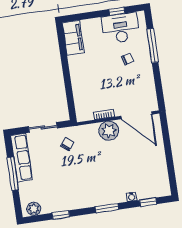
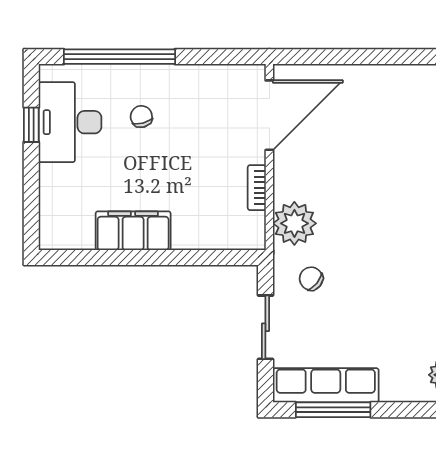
filing cabinet: (73, 38) -> (133, 231), moved
window: (153, 46) -> (119, 57), width x1.46
plant: (109, 131) -> (294, 223), moved
window: (13, 174) -> (333, 410), moved

